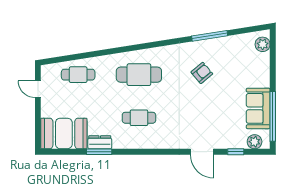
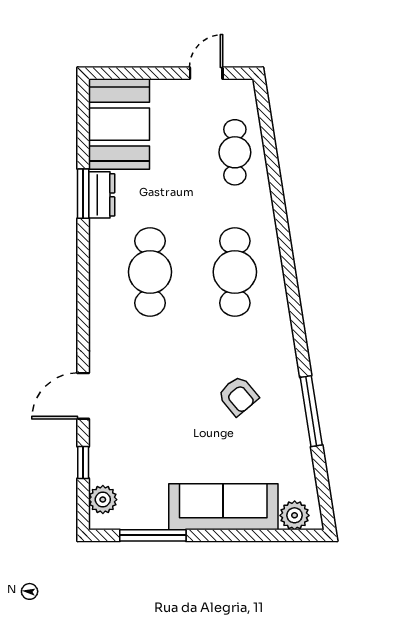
sofa: (258, 108) -> (223, 507), moved, width x1.36
window: (273, 116) -> (153, 535), width x0.68
cafe table: (139, 118) -> (150, 272), width x1.37, depth x1.35

